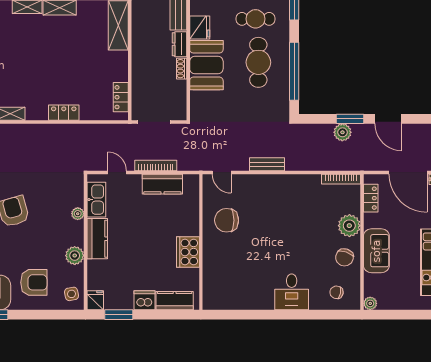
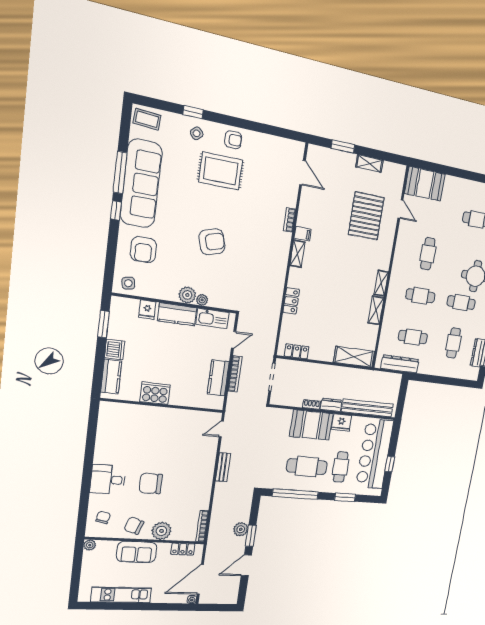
chair: (227, 220) -> (151, 483), moved, turned -90
plant: (75, 256) -> (187, 295), moved
fridge: (95, 300) -> (147, 310), moved, turned 90

